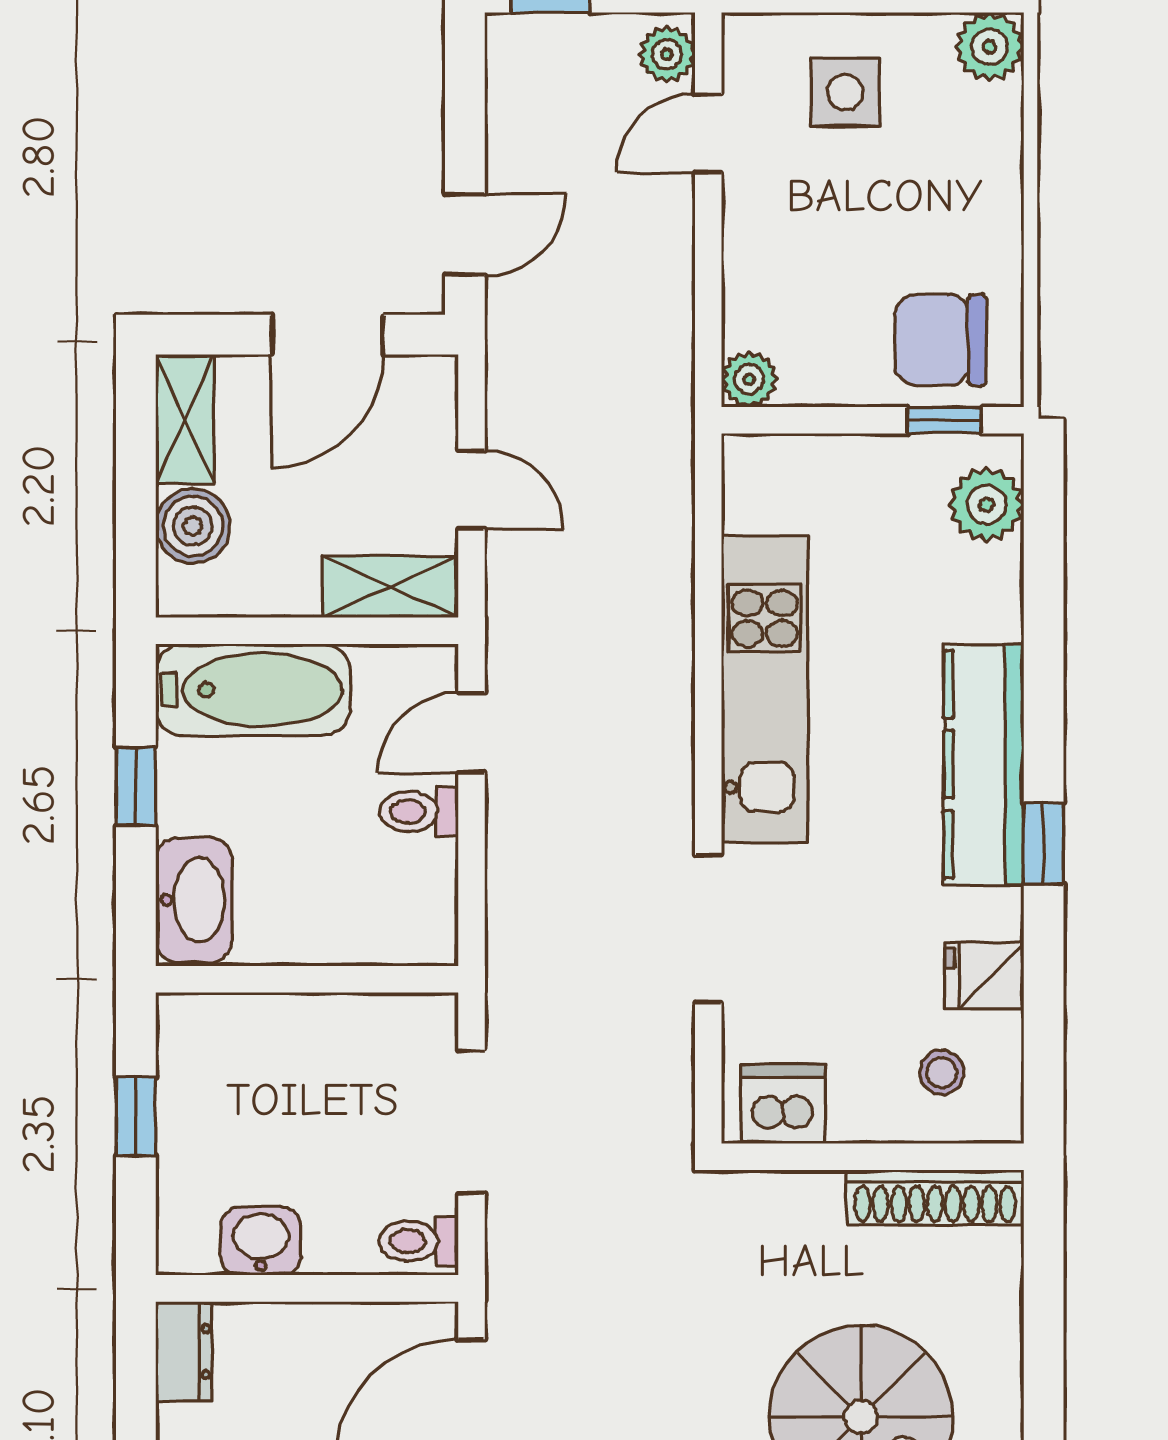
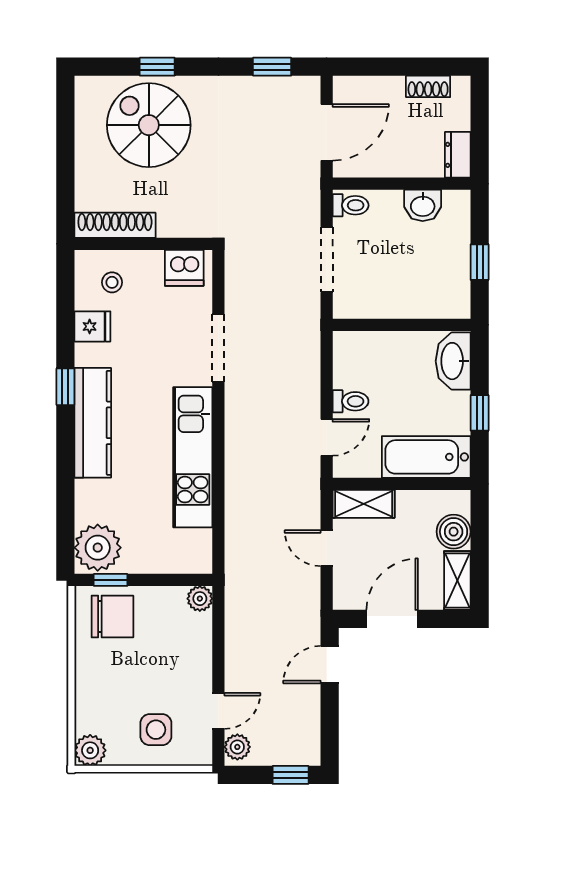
plant: (986, 505) -> (98, 548), width x1.36, depth x1.36

